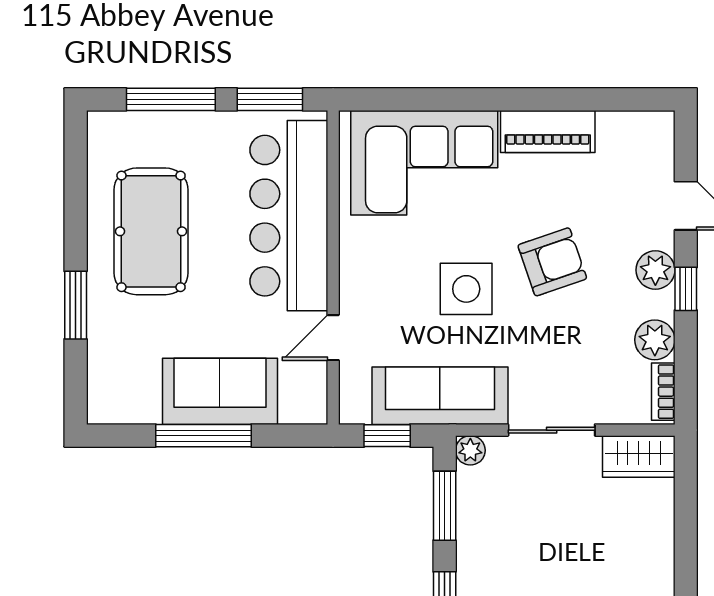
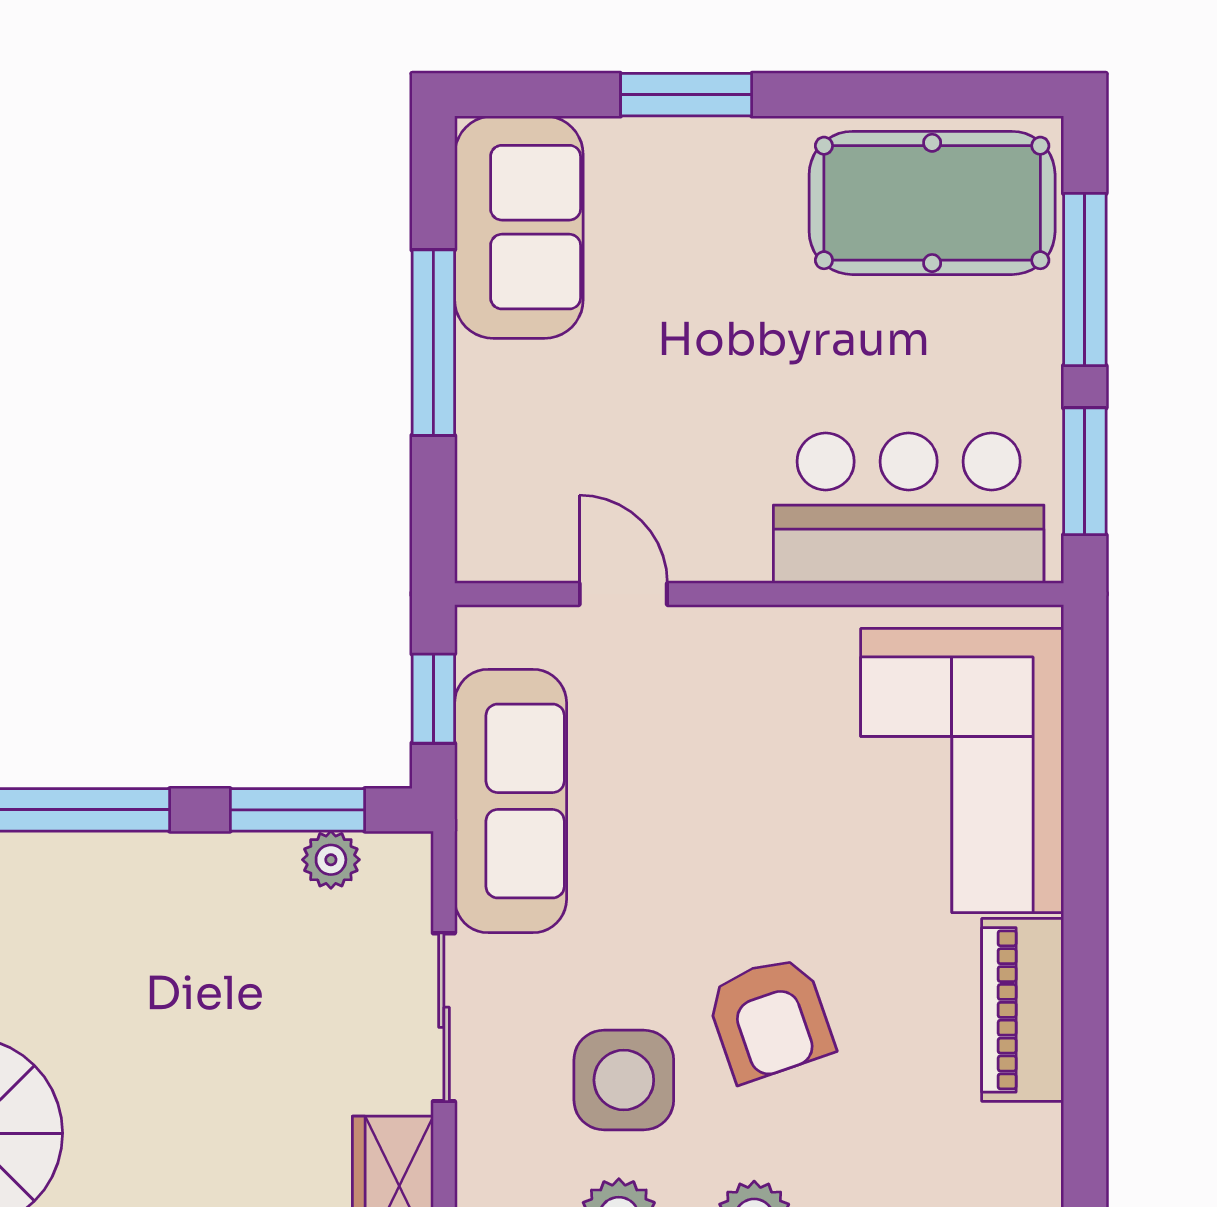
bar counter: (289, 216) -> (909, 508), width x0.73
pool table: (151, 231) -> (932, 203), moved
side table: (466, 289) -> (624, 1080), moved
sofa: (220, 391) -> (519, 227), moved
plant: (470, 450) -> (331, 860), moved

